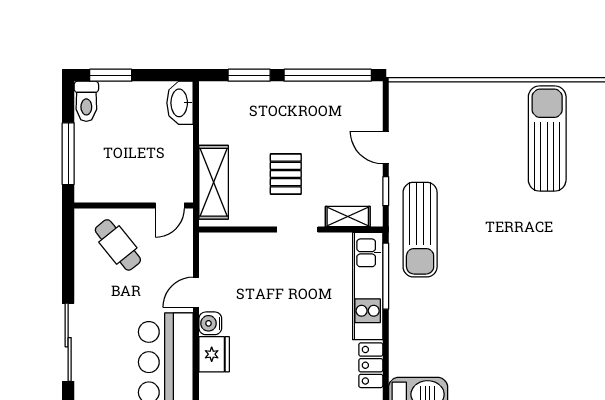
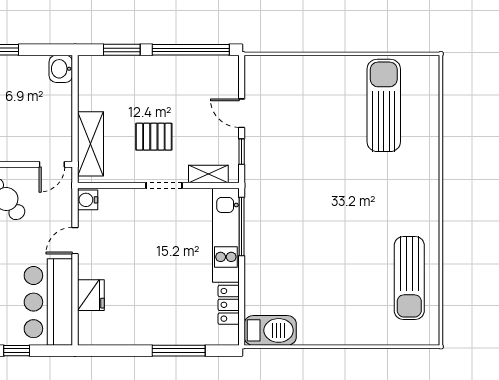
washbasin: (180, 103) -> (61, 69), width x0.72
pallet: (286, 174) -> (154, 137), turned 90
sun lounger: (420, 230) -> (409, 278), moved
water cooler: (210, 323) -> (88, 200), moved

